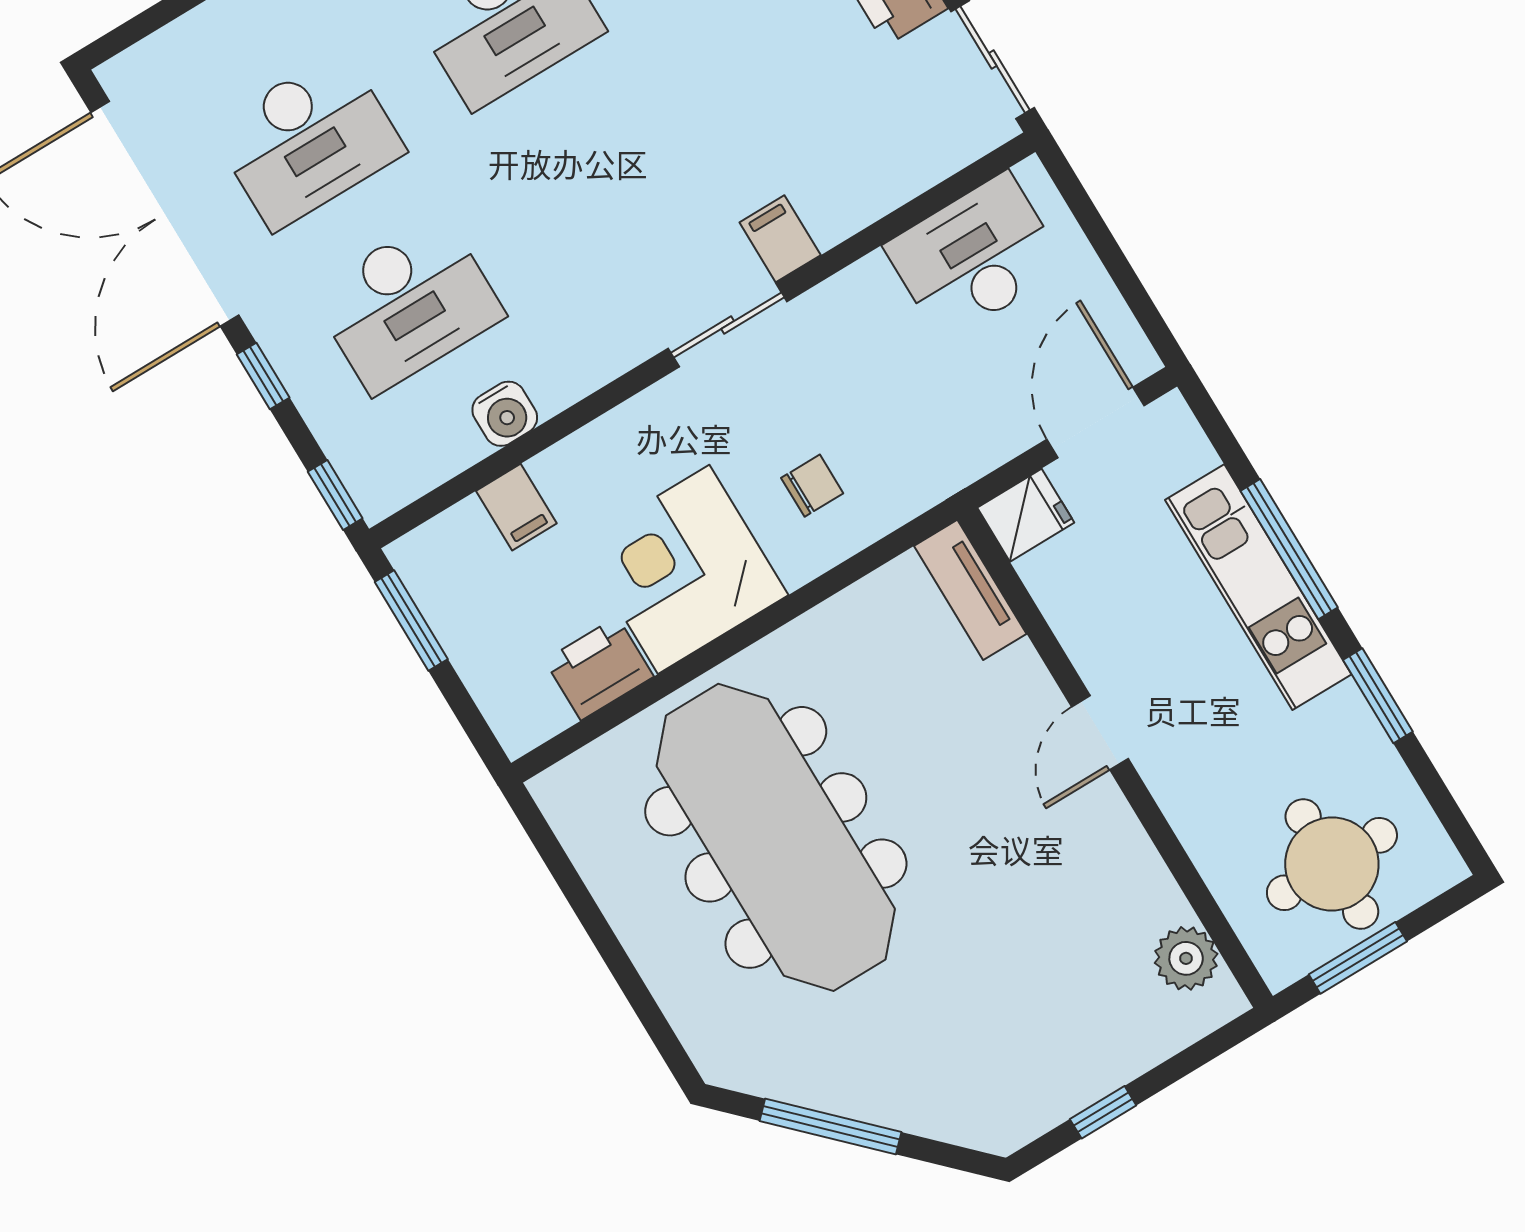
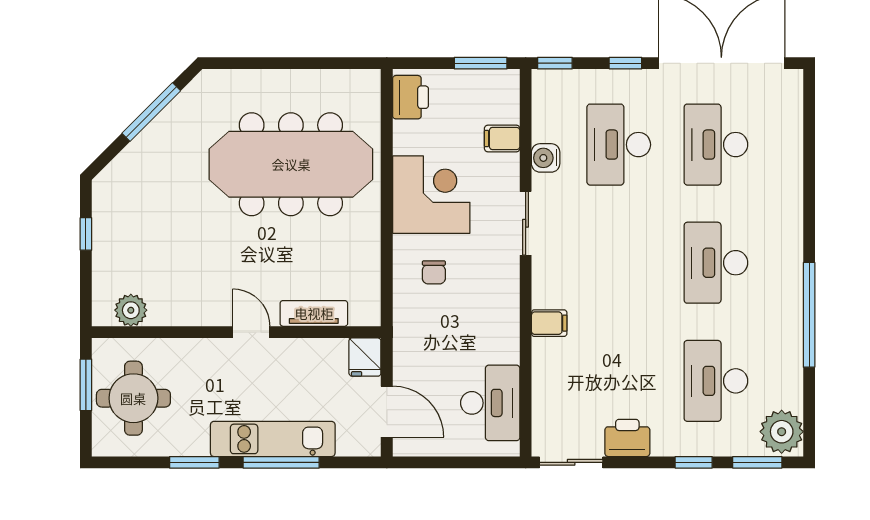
sliding door: (728, 325) -> (526, 223), moved
tv unit: (970, 590) -> (314, 313), moved
printer: (599, 668) -> (410, 97), moved

